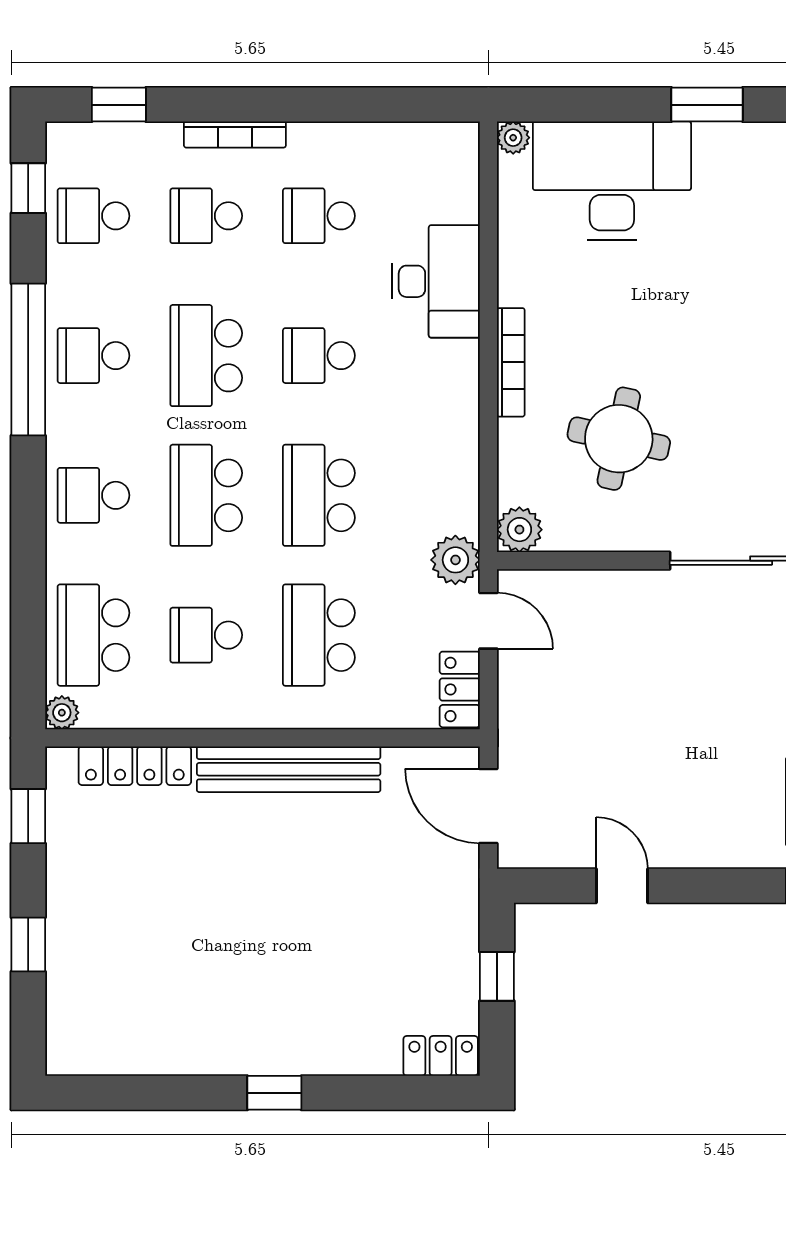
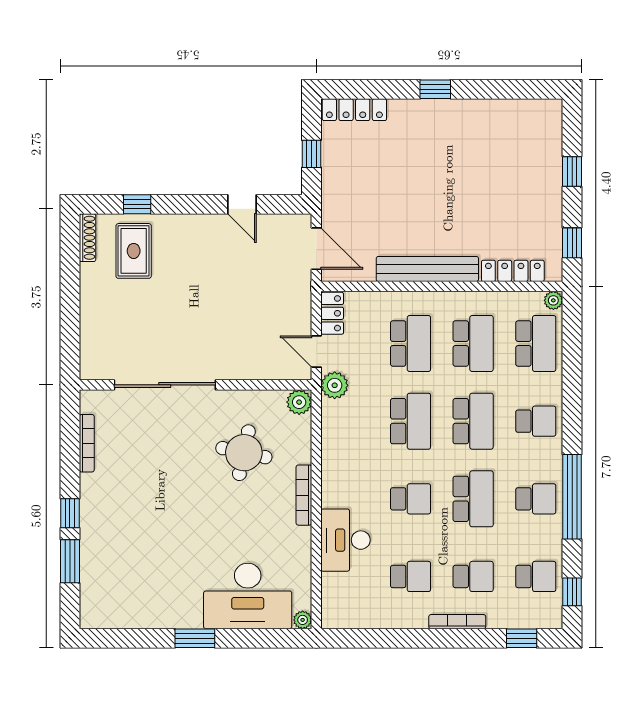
school desk: (206, 635) -> (473, 343), width x1.85
locker: (441, 1056) -> (354, 110), width x1.53

